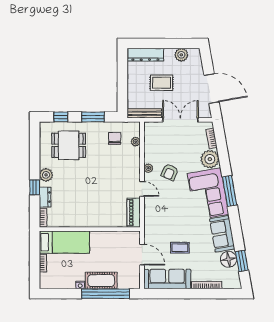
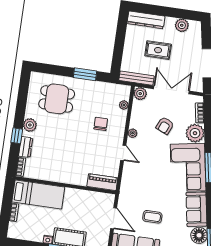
window: (61, 117) -> (53, 70), removed
plant: (150, 128) -> (140, 94), added
chair: (115, 138) -> (101, 124), moved
armchair: (170, 172) -> (165, 126), moved
piano: (134, 213) -> (102, 182), moved, turned 90

